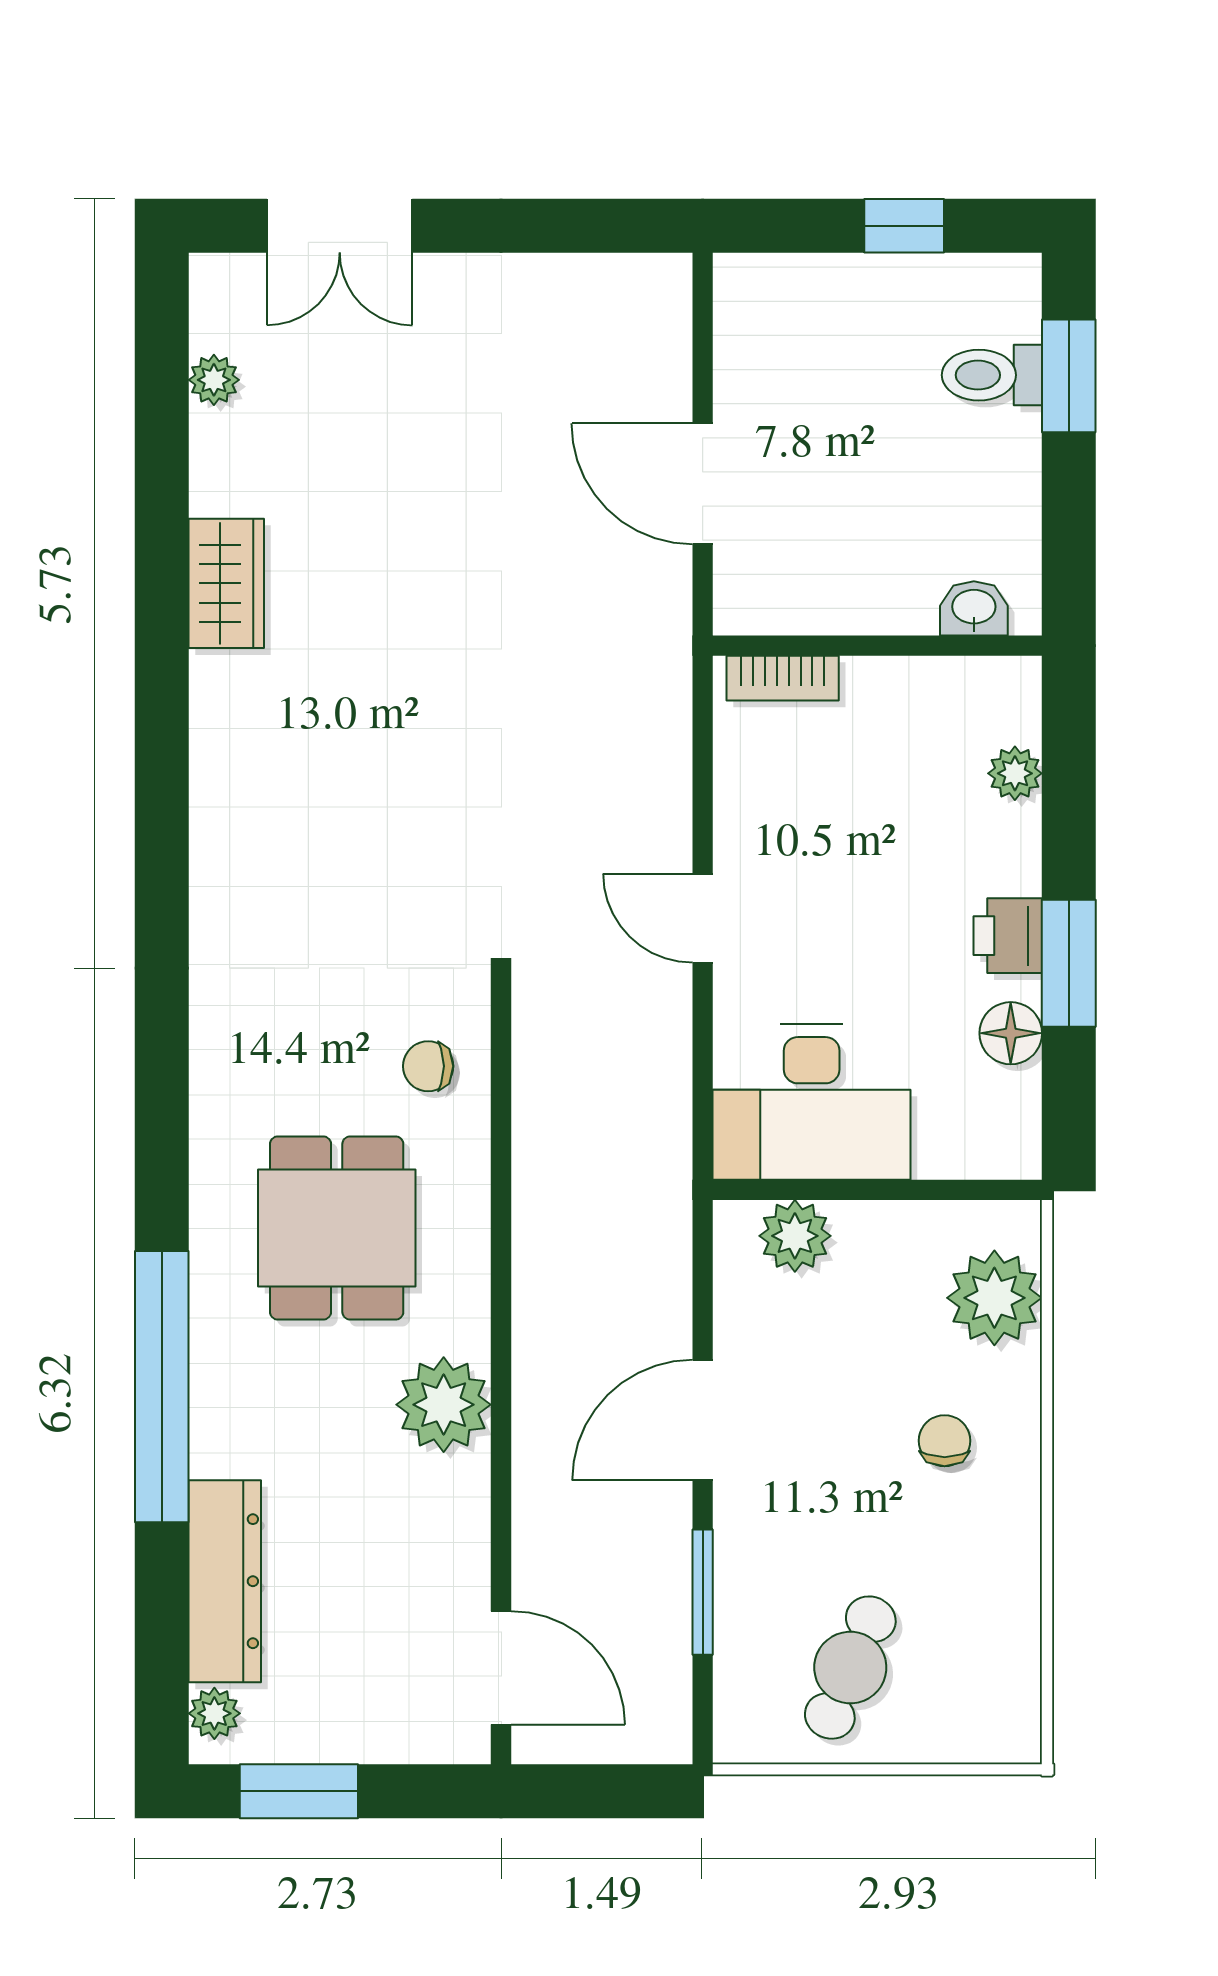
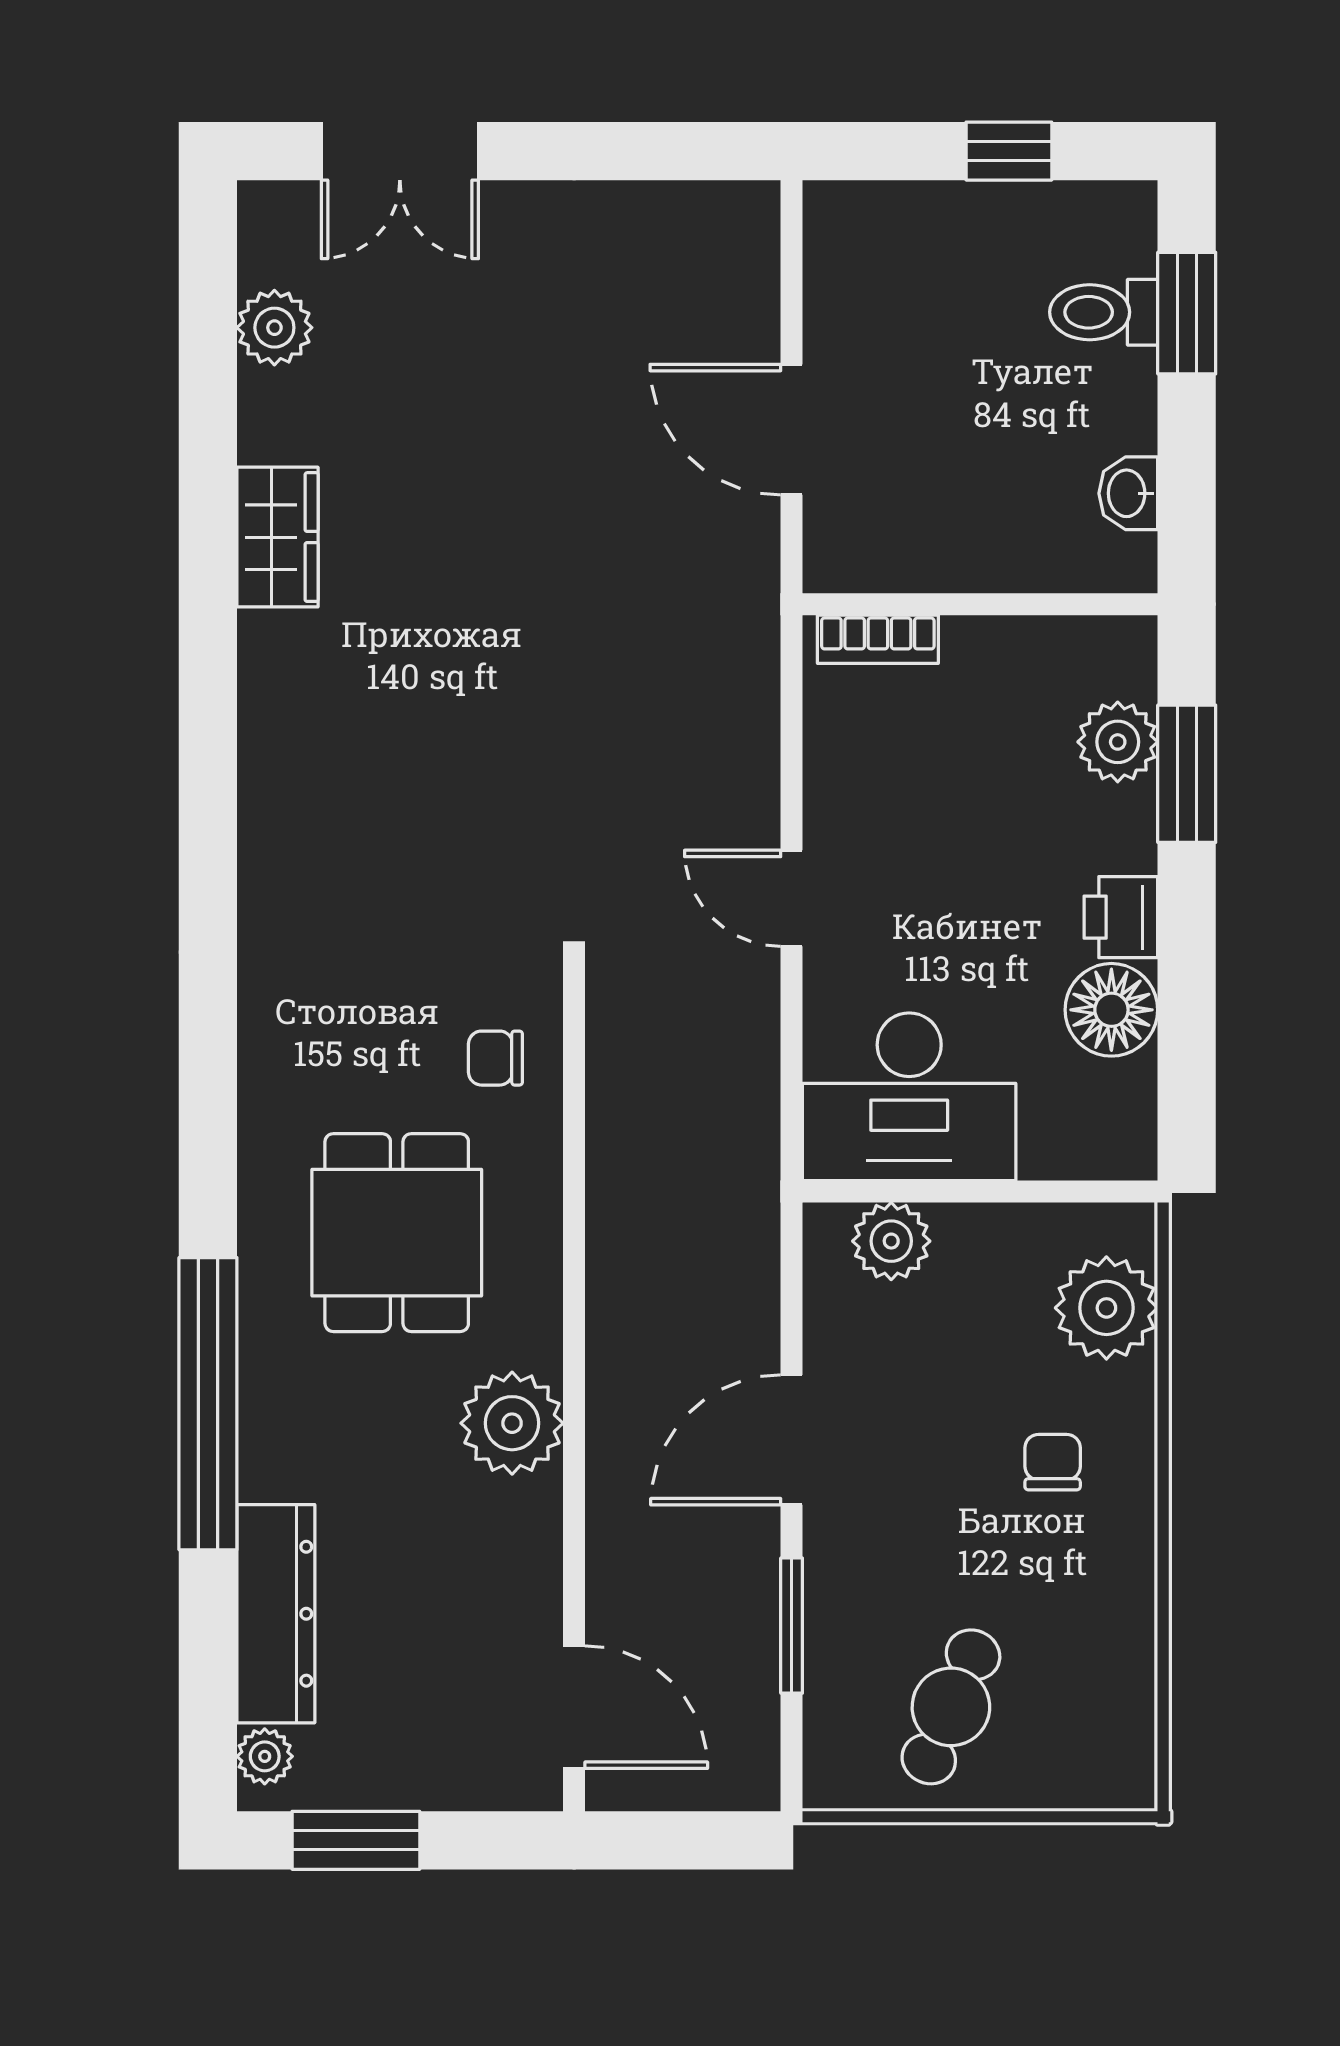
plant: (214, 380) -> (274, 328), width x1.38, depth x1.38
washbasin: (974, 608) -> (1128, 493), moved, turned -90
plant: (1015, 773) -> (1118, 742), width x1.38, depth x1.38
window: (1069, 963) -> (1187, 774), moved
floor lamp: (1011, 1033) -> (1111, 1010), width x1.38, depth x1.38

